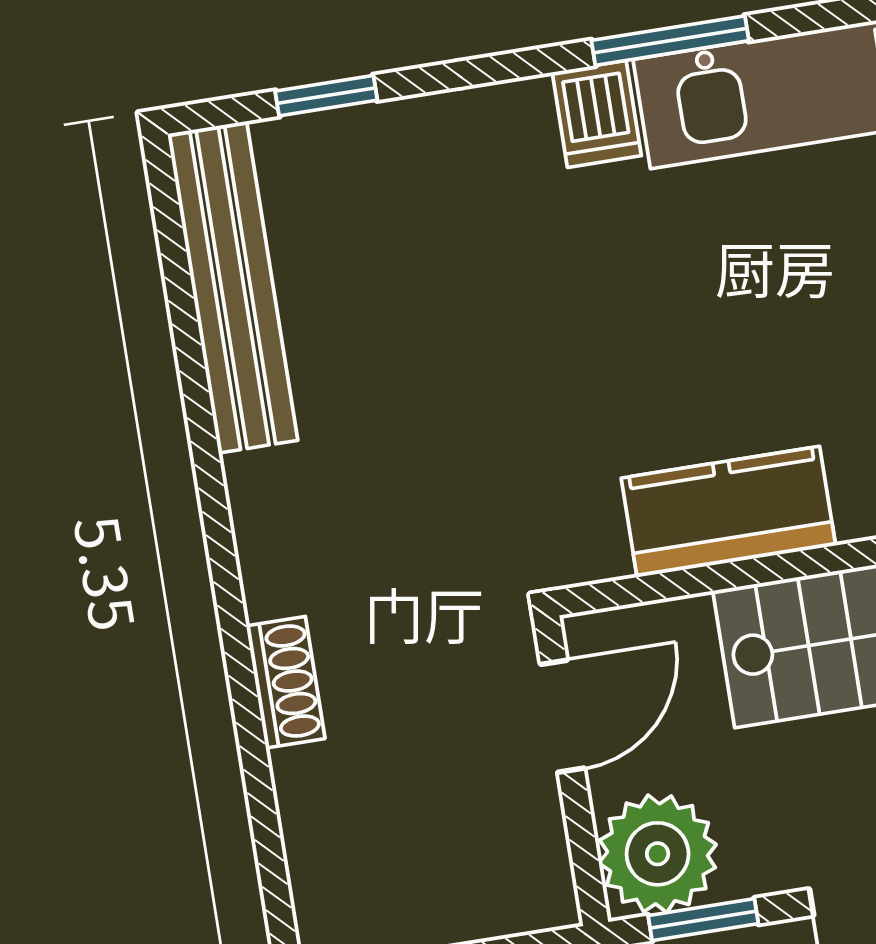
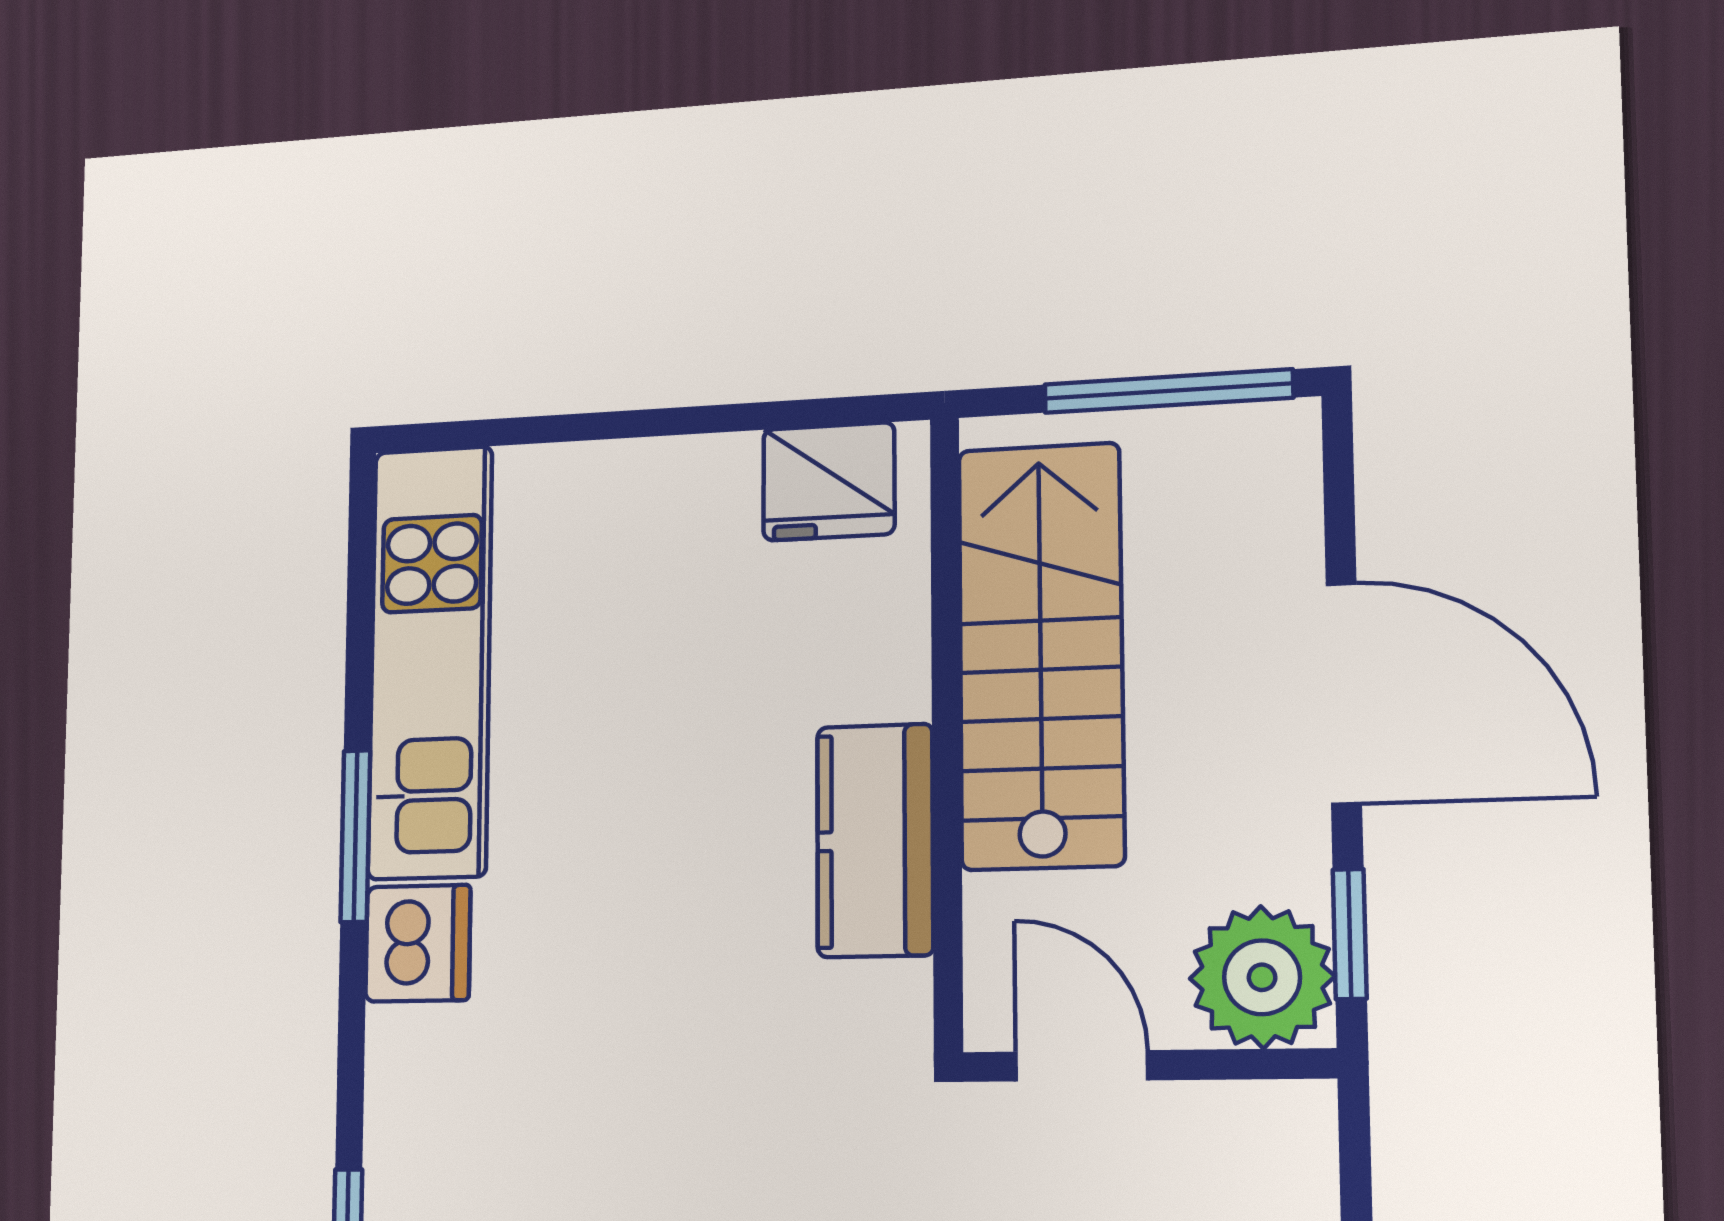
dishwasher: (597, 114) -> (418, 943), width x1.38

